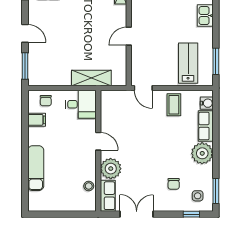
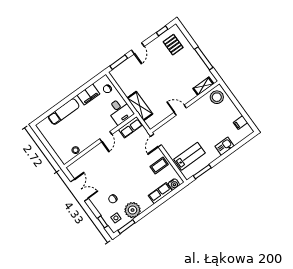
filing cabinet: (37, 120) -> (88, 94), width x2.00
plant: (202, 153) -> (133, 210), moved
plant: (111, 169) -> (95, 156), removed
row of seats: (108, 196) -> (131, 127), moved

